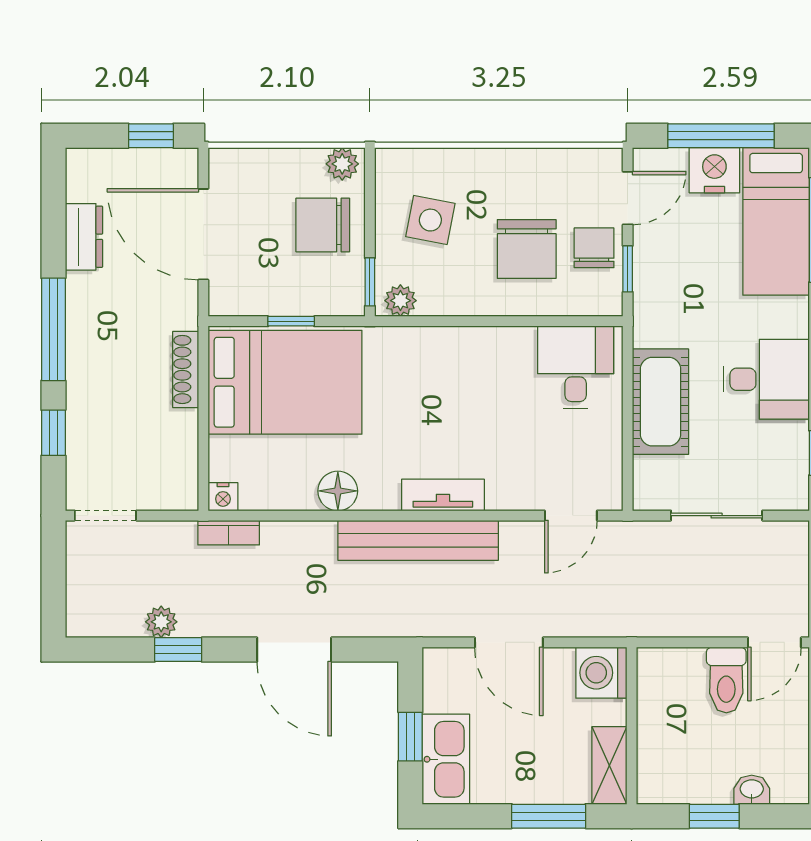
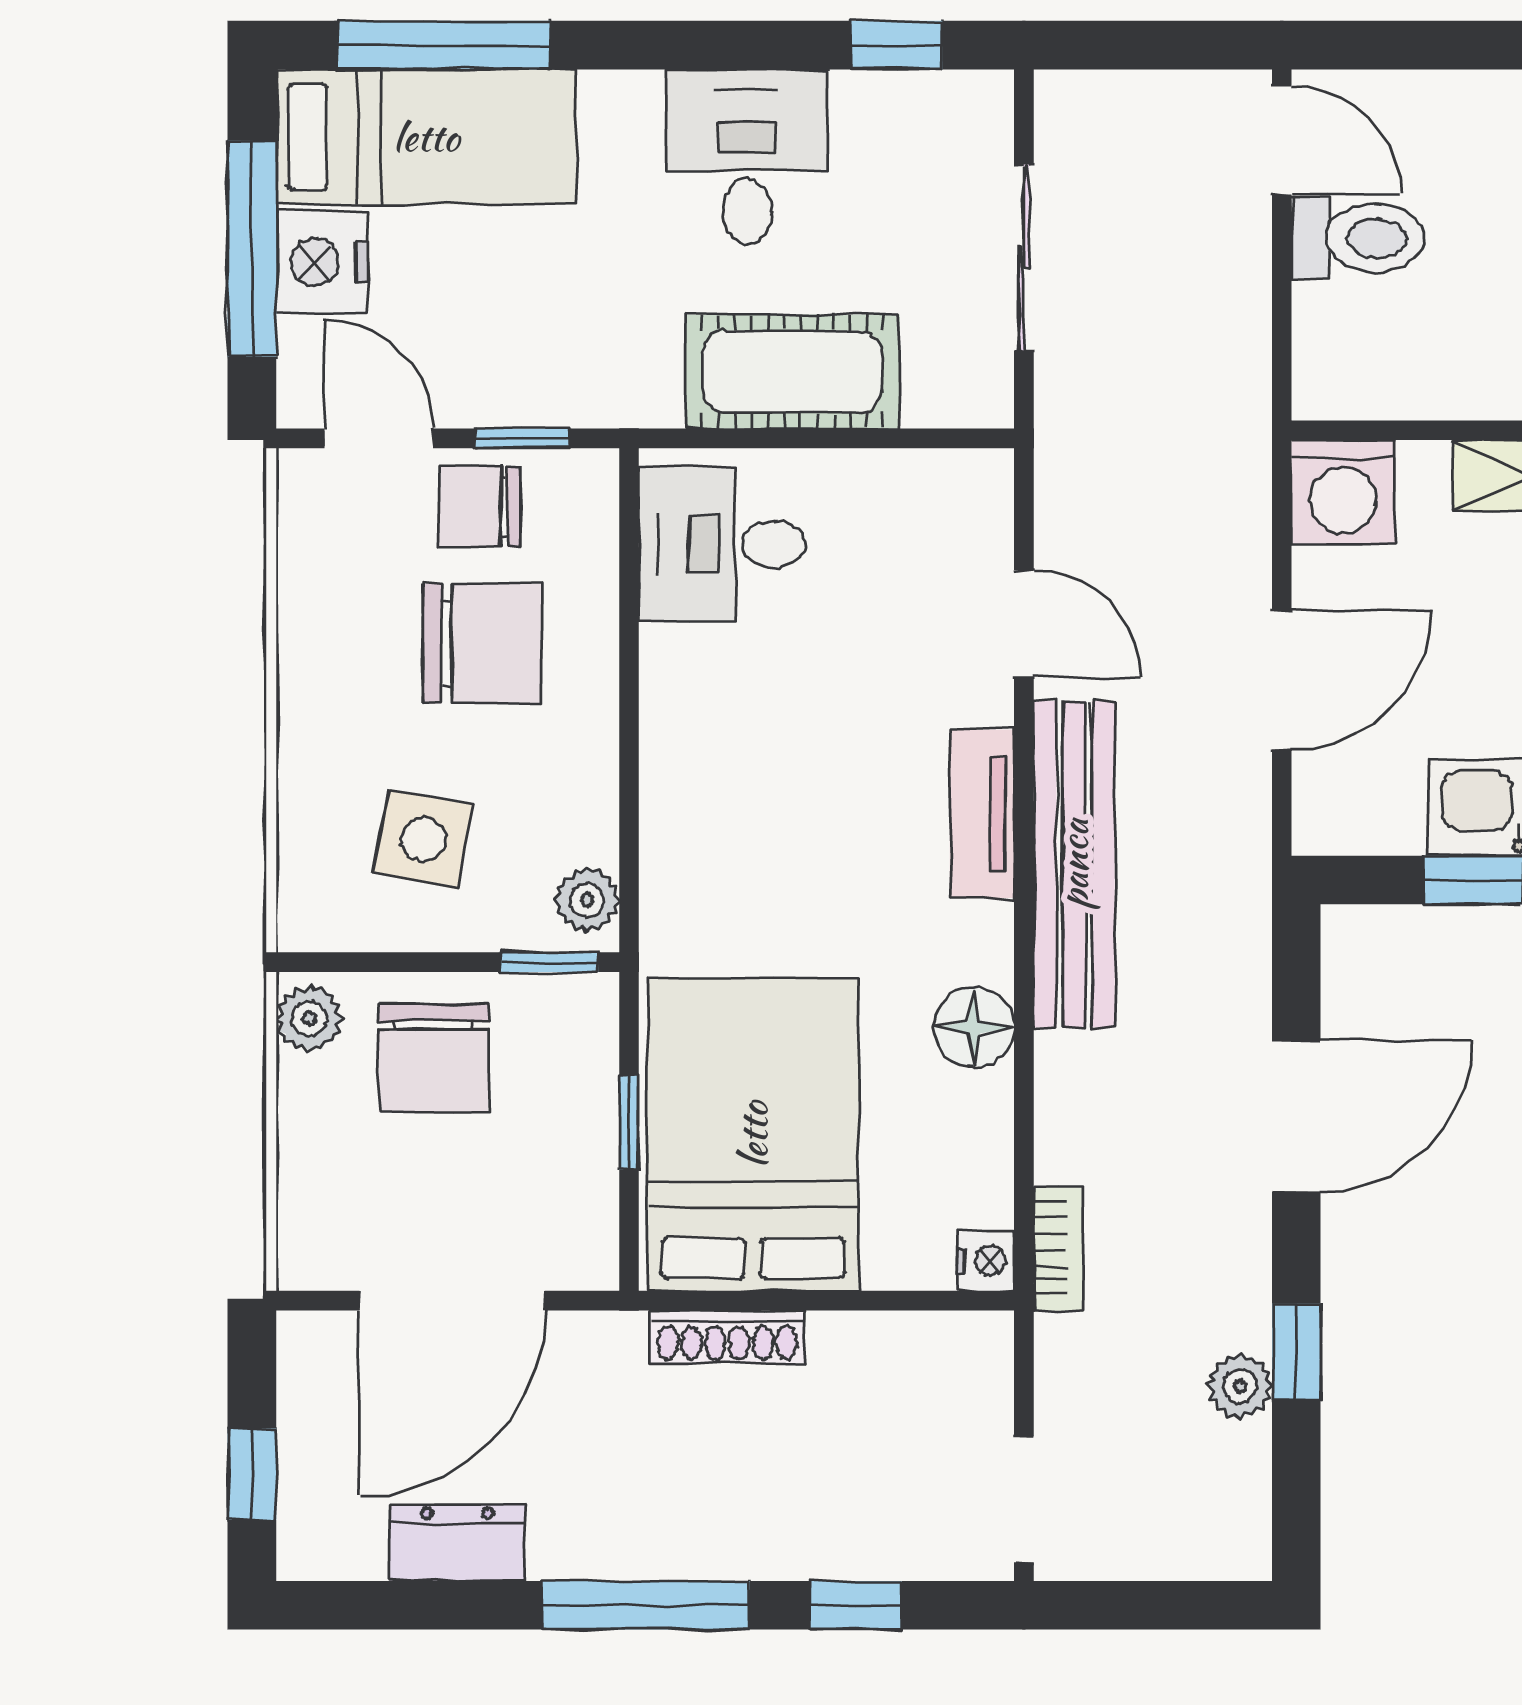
window: (151, 136) -> (252, 1474), moved
door: (571, 516) -> (1024, 624), moved

